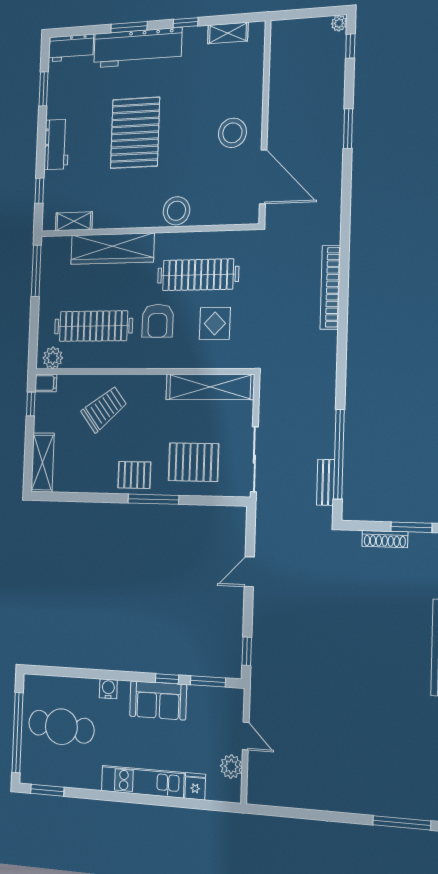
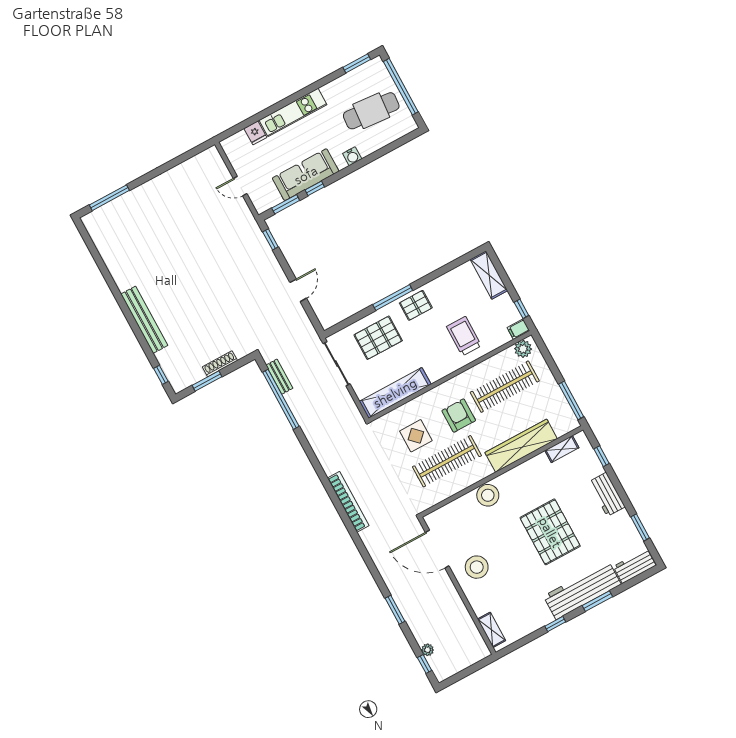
plant: (339, 23) -> (428, 650), moved
shelving: (228, 33) -> (492, 630), moved, turned 90
trolley: (104, 409) -> (464, 336), turned 128
sofa: (158, 700) -> (306, 175), width x1.36
plant: (231, 766) -> (239, 161), removed

